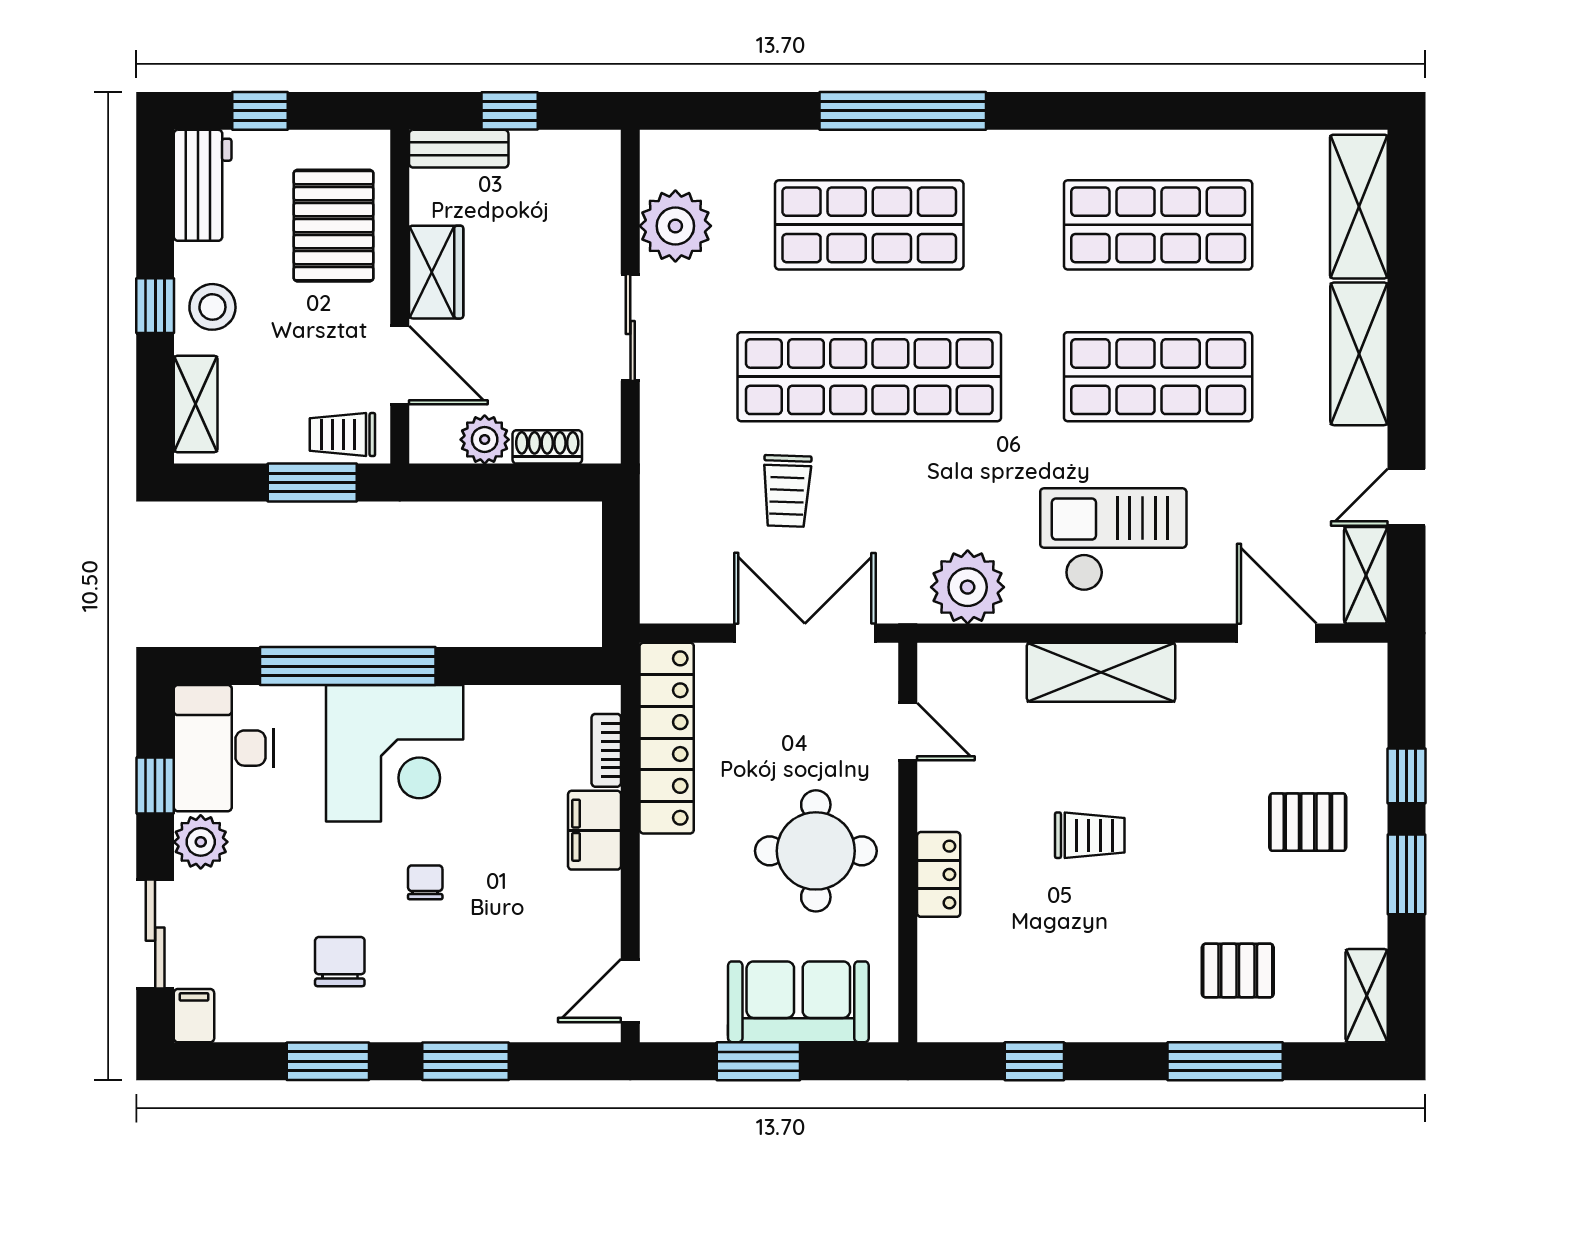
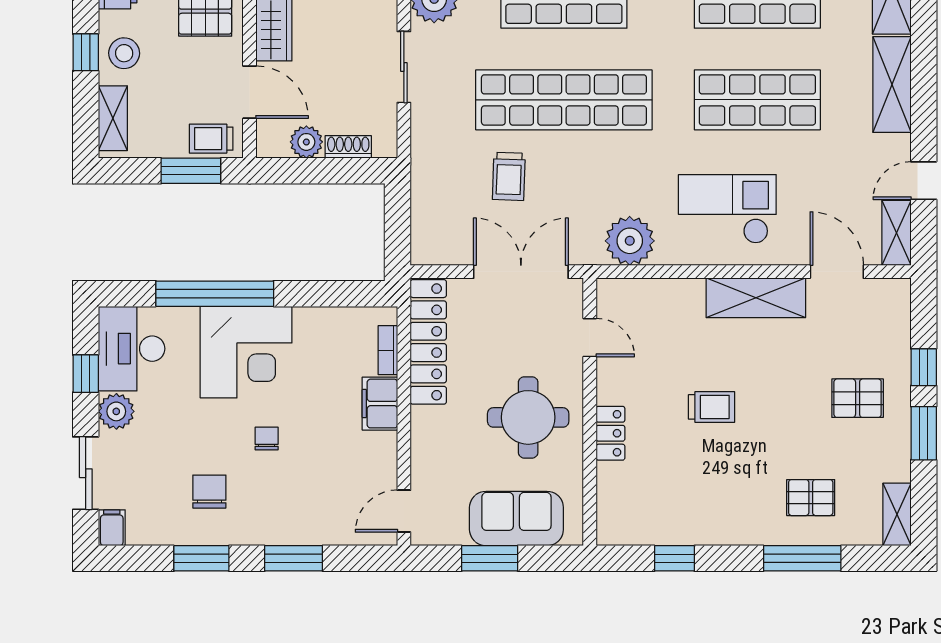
shelving: (1101, 672) -> (756, 298), moved

